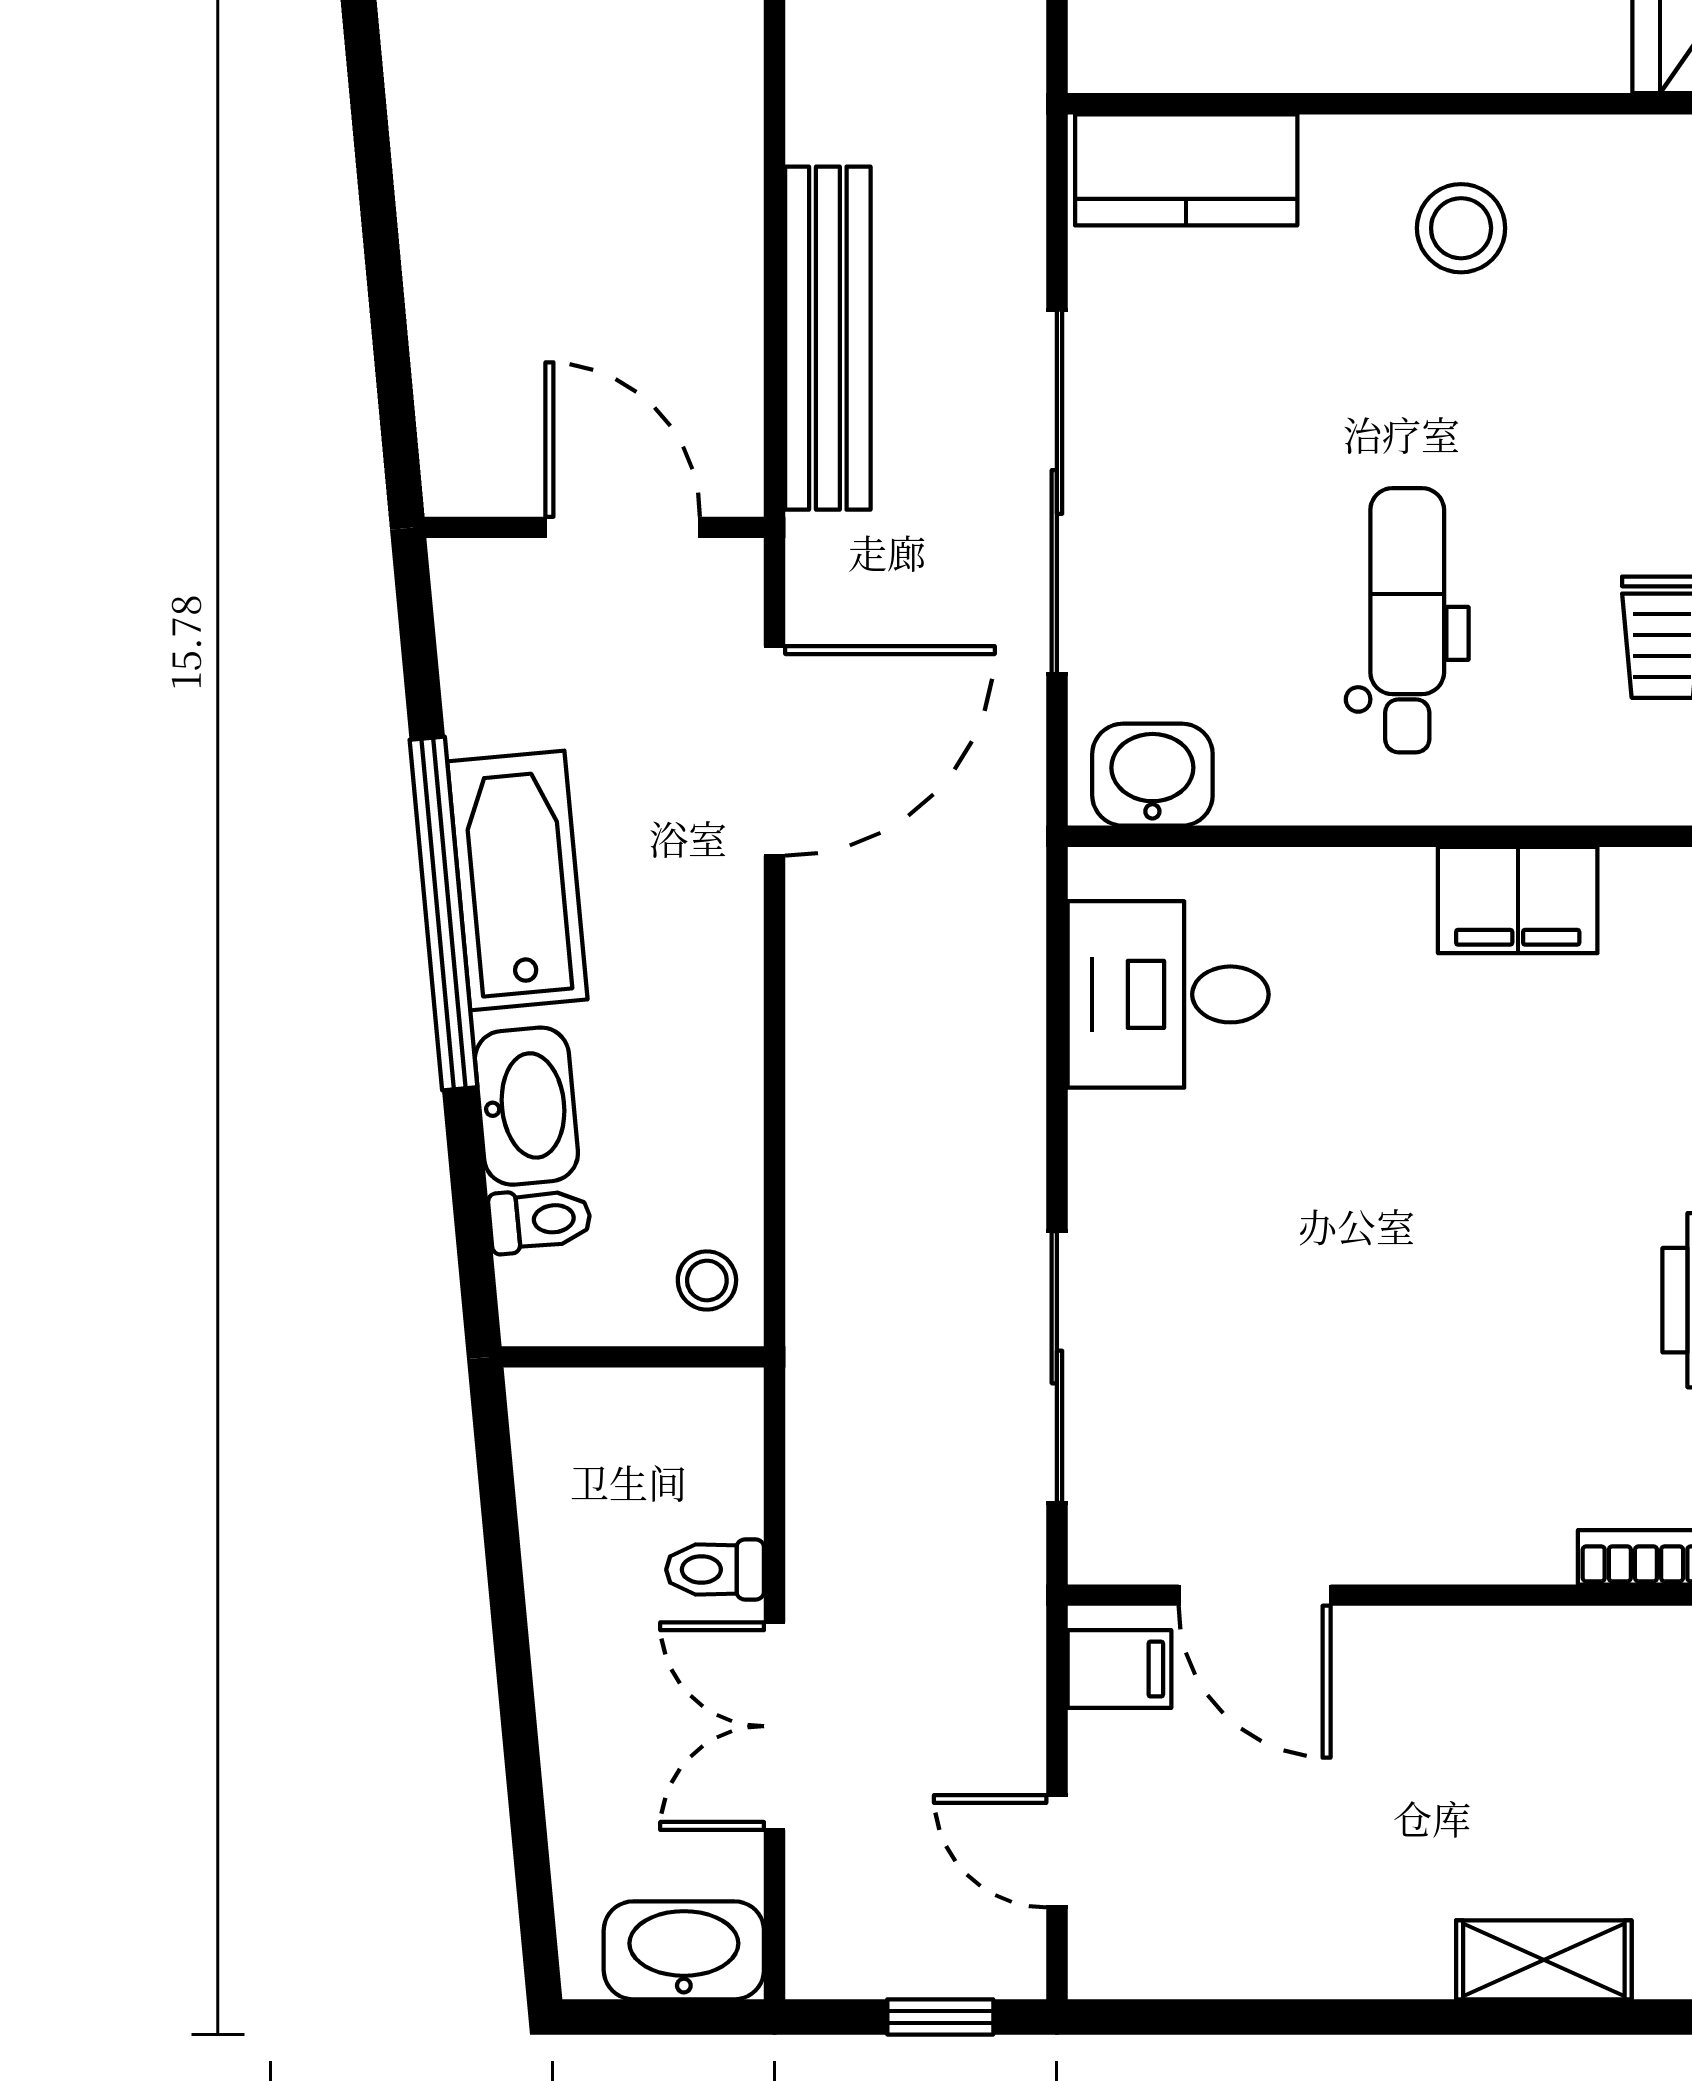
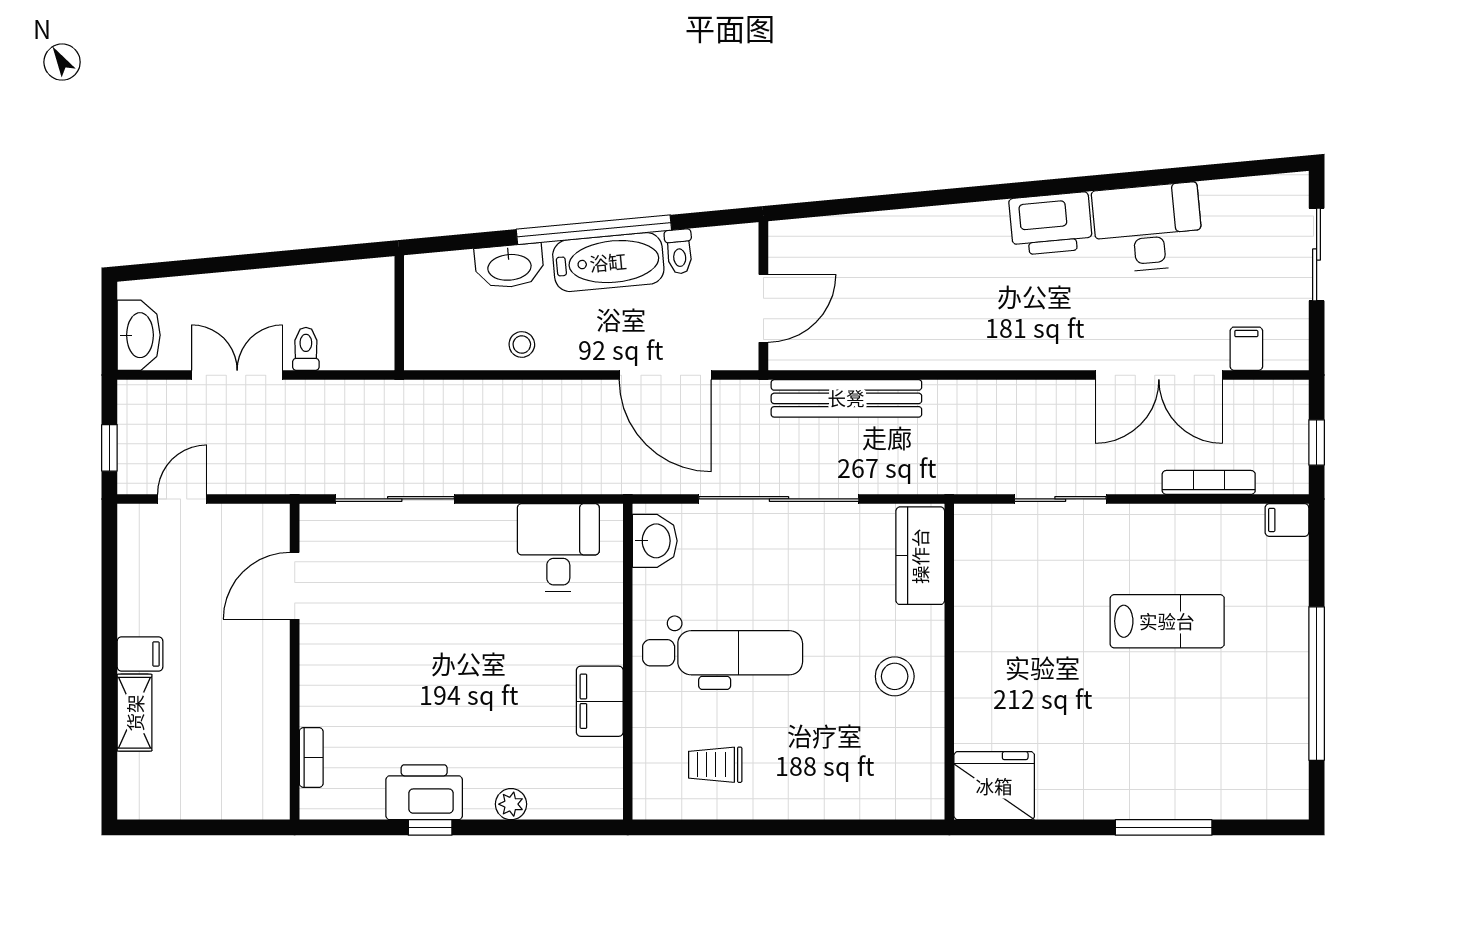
dental chair: (1407, 620) -> (723, 653), width x1.36, depth x1.38
toilet: (540, 1220) -> (679, 252), moved
stool: (707, 1280) -> (522, 344), moved
filing cabinet: (1119, 1669) -> (140, 654), moved, turned -90

